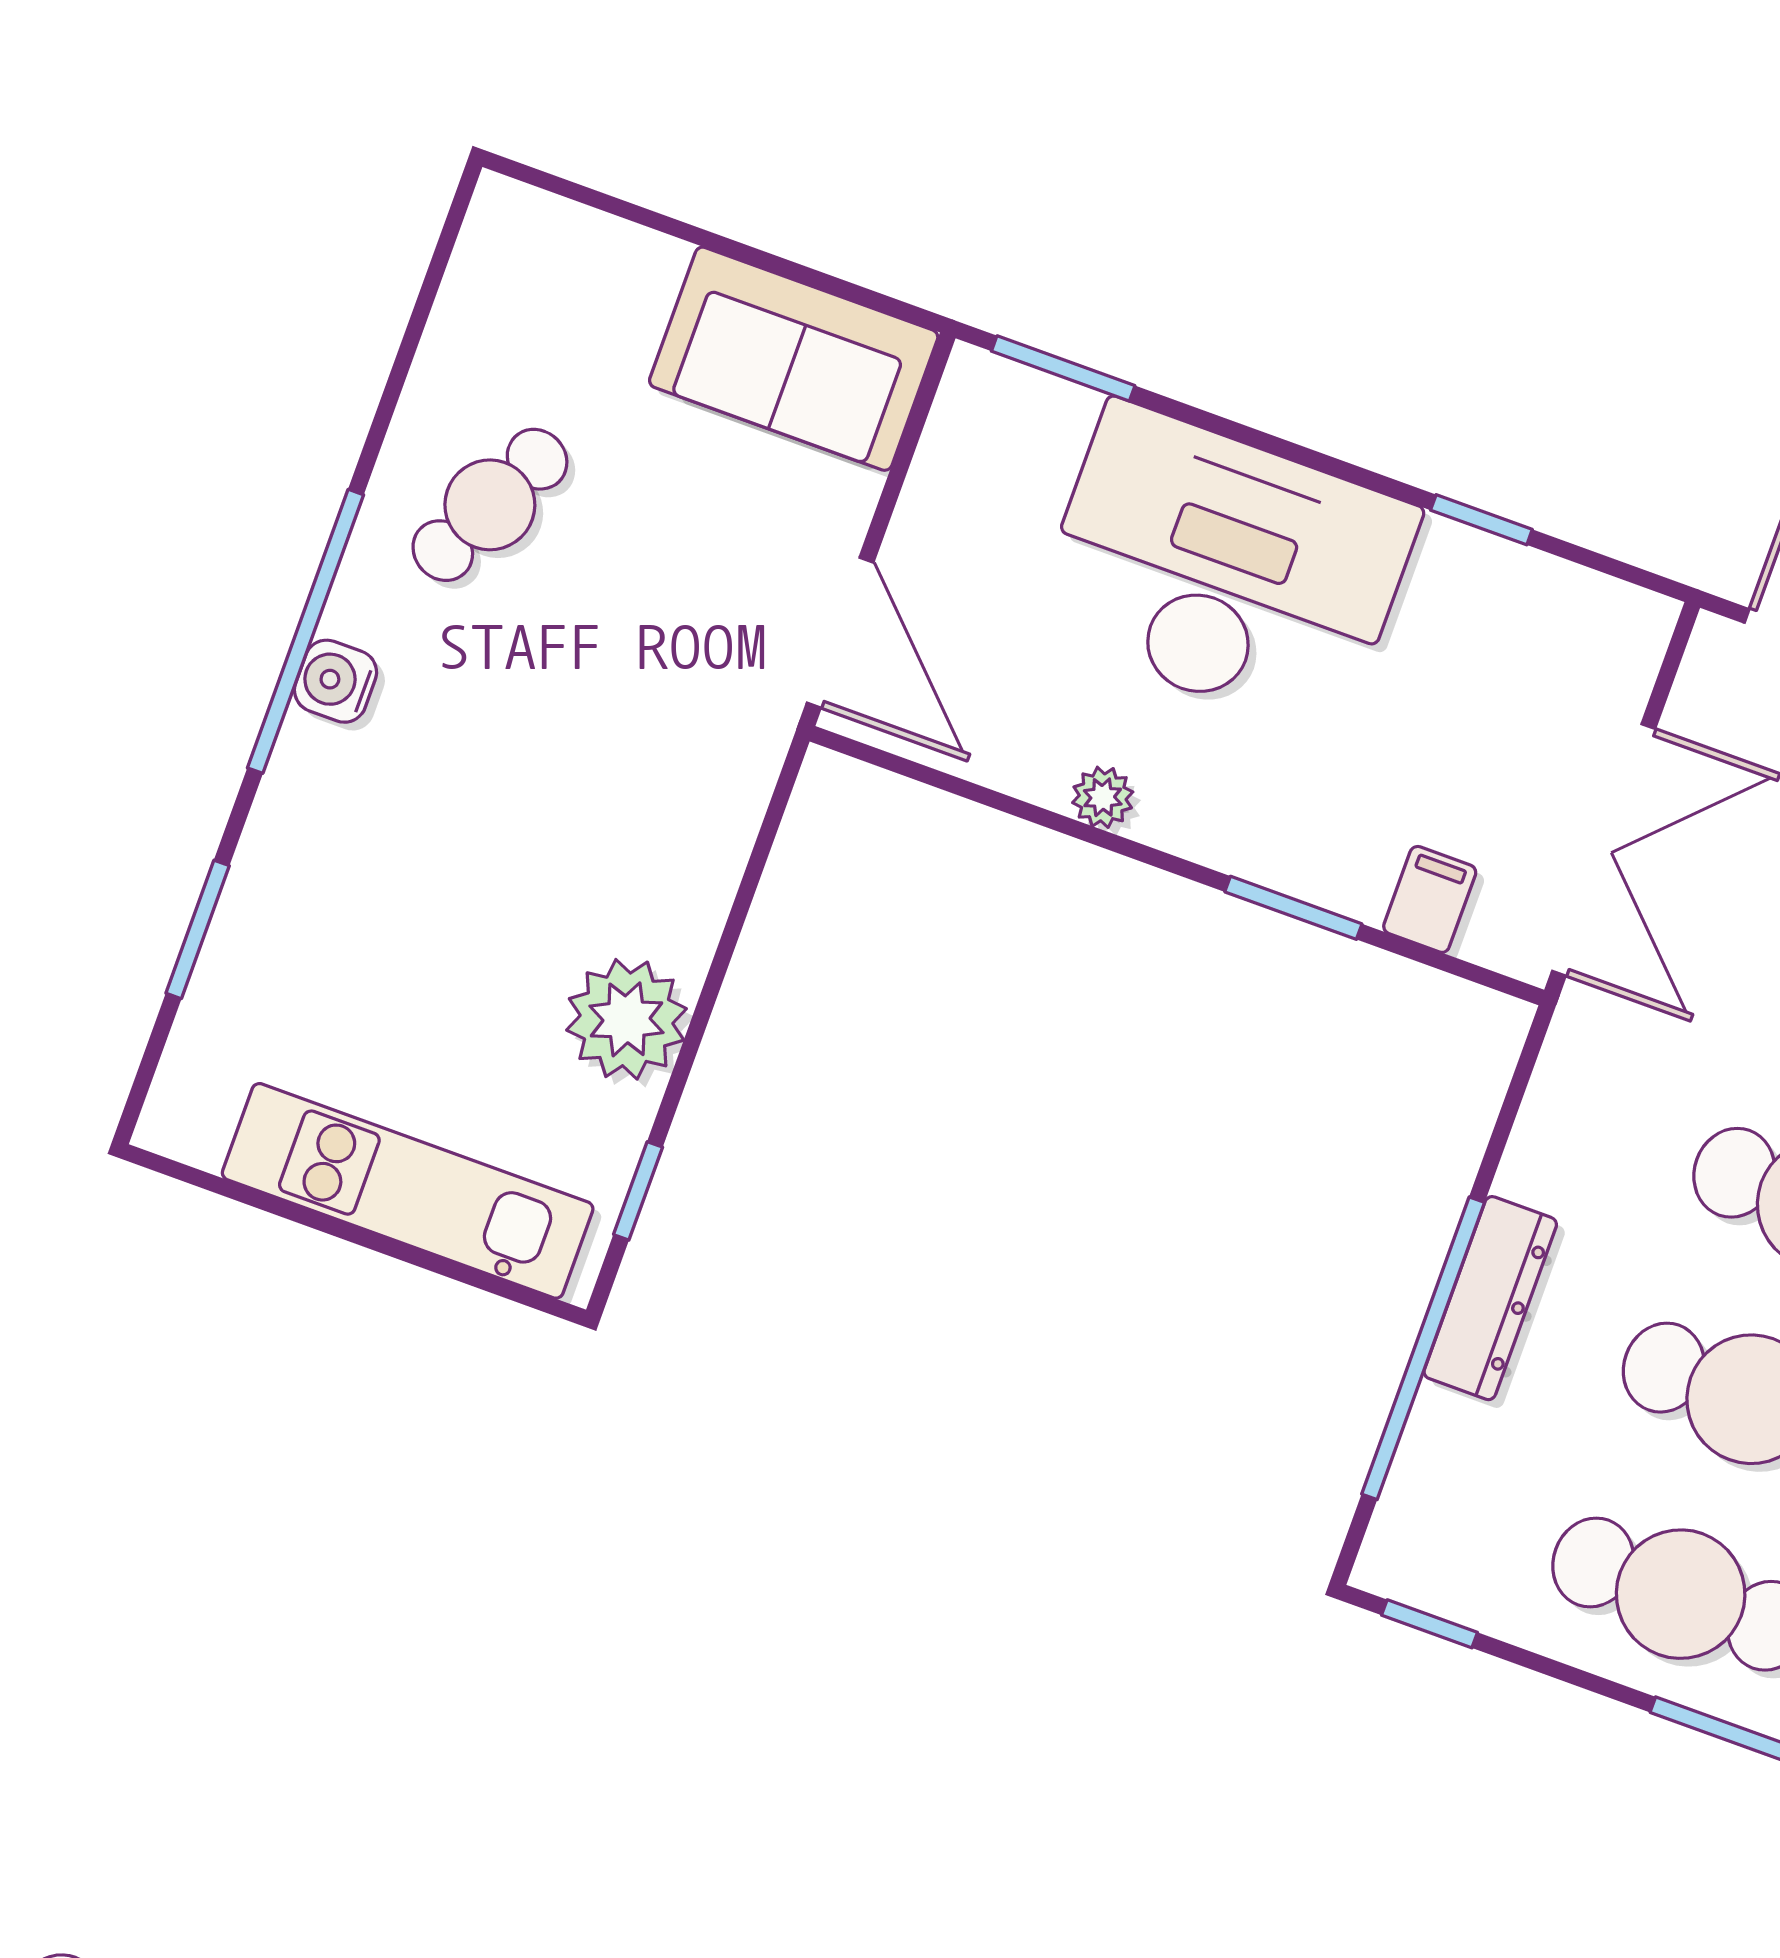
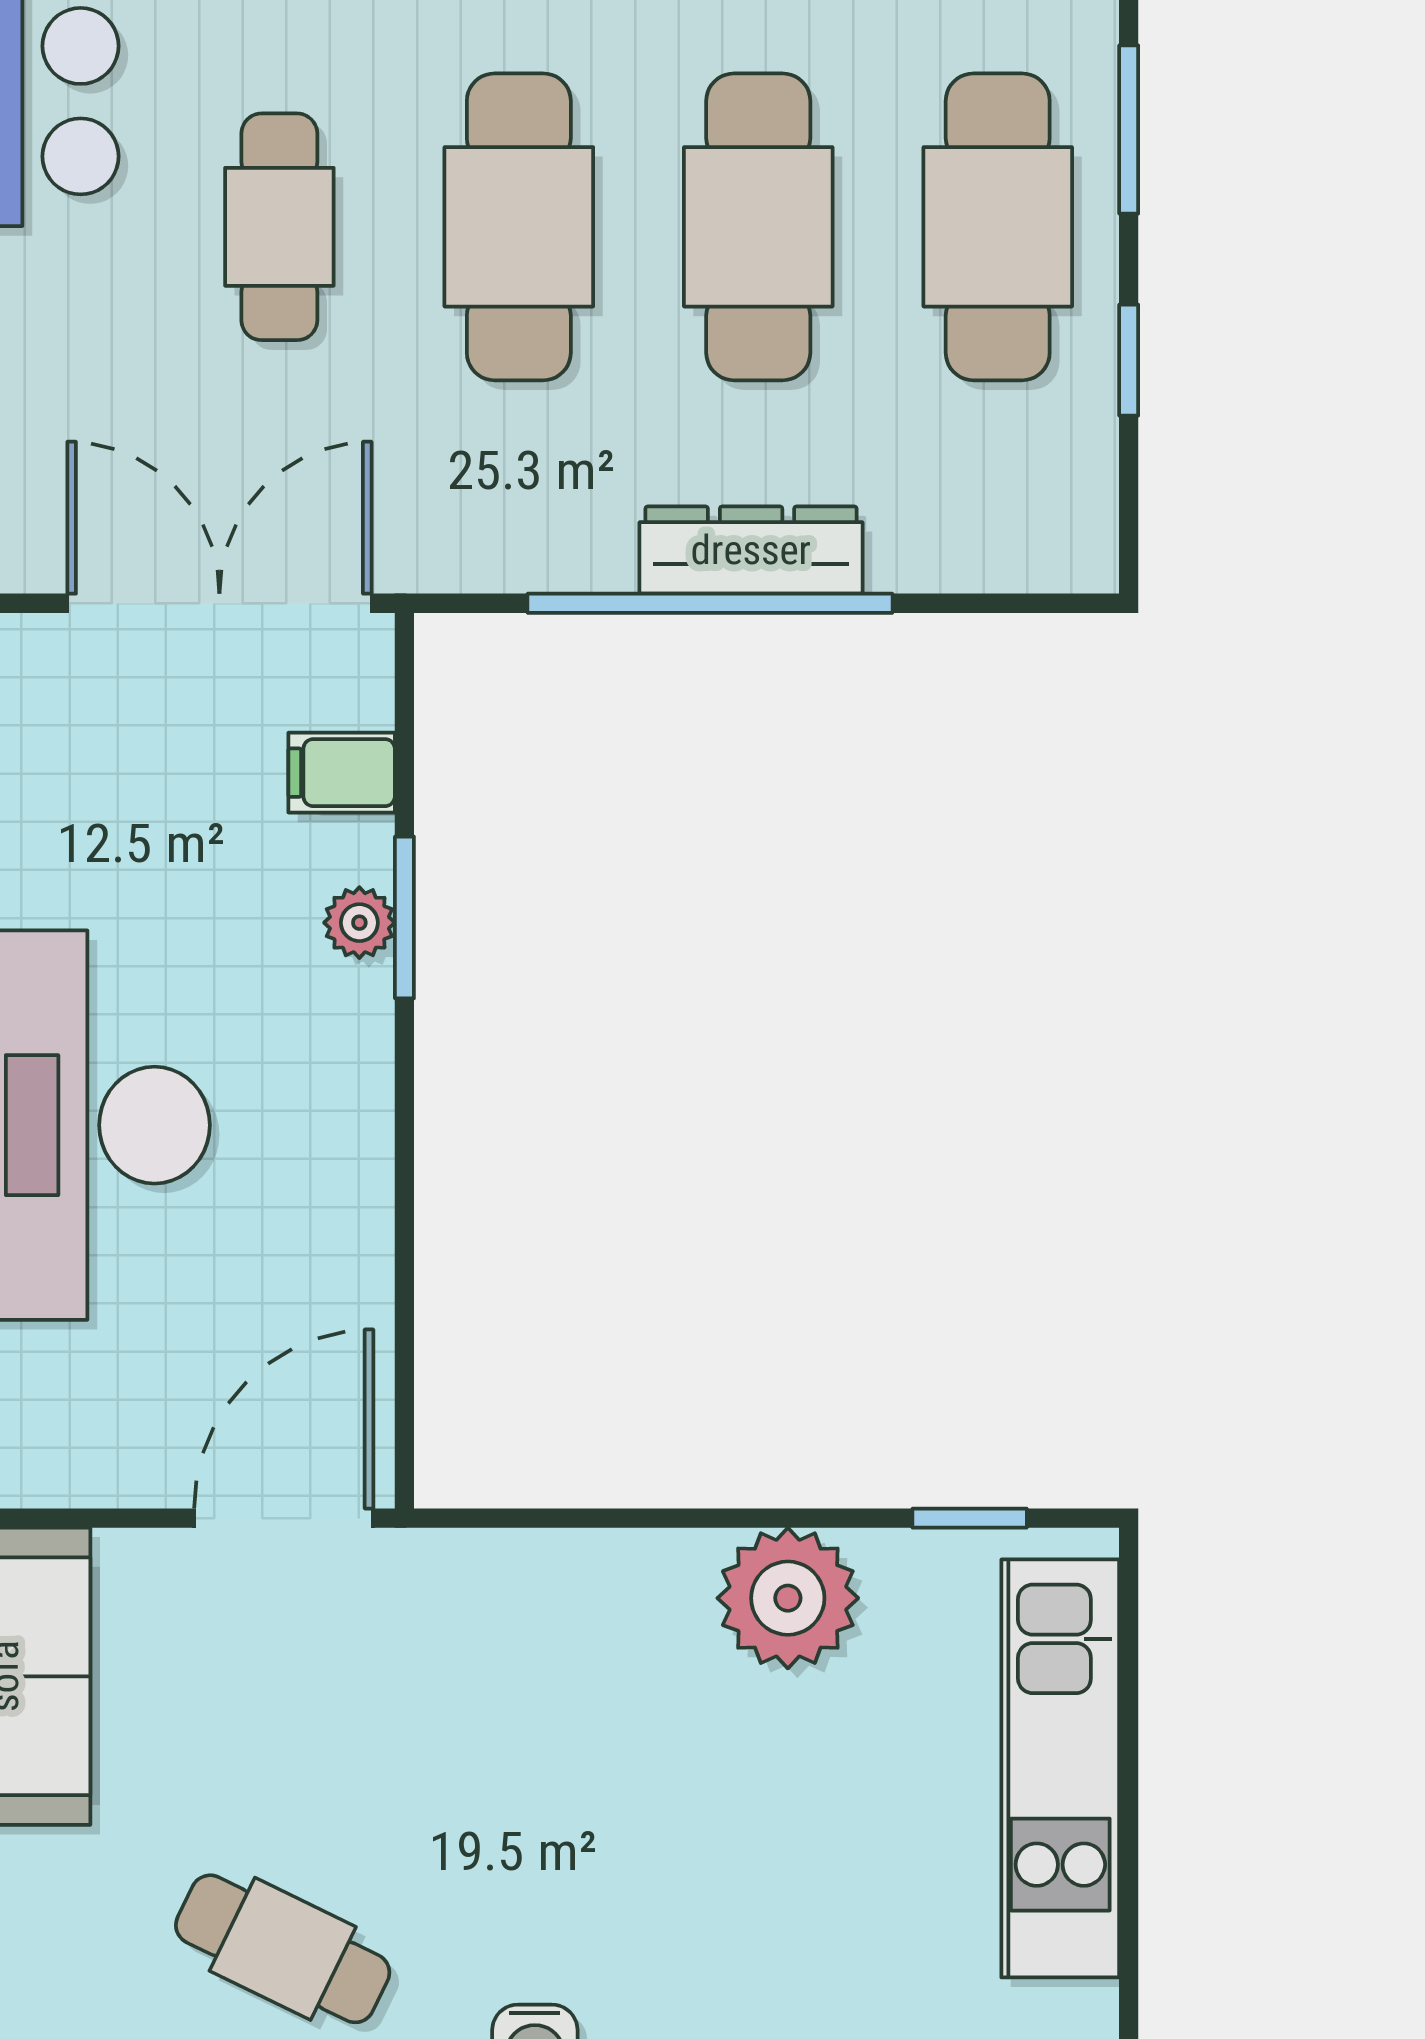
plant: (1103, 797) -> (359, 923), moved
window: (1423, 1348) -> (710, 603), moved
window: (1429, 1624) -> (1129, 360), moved

